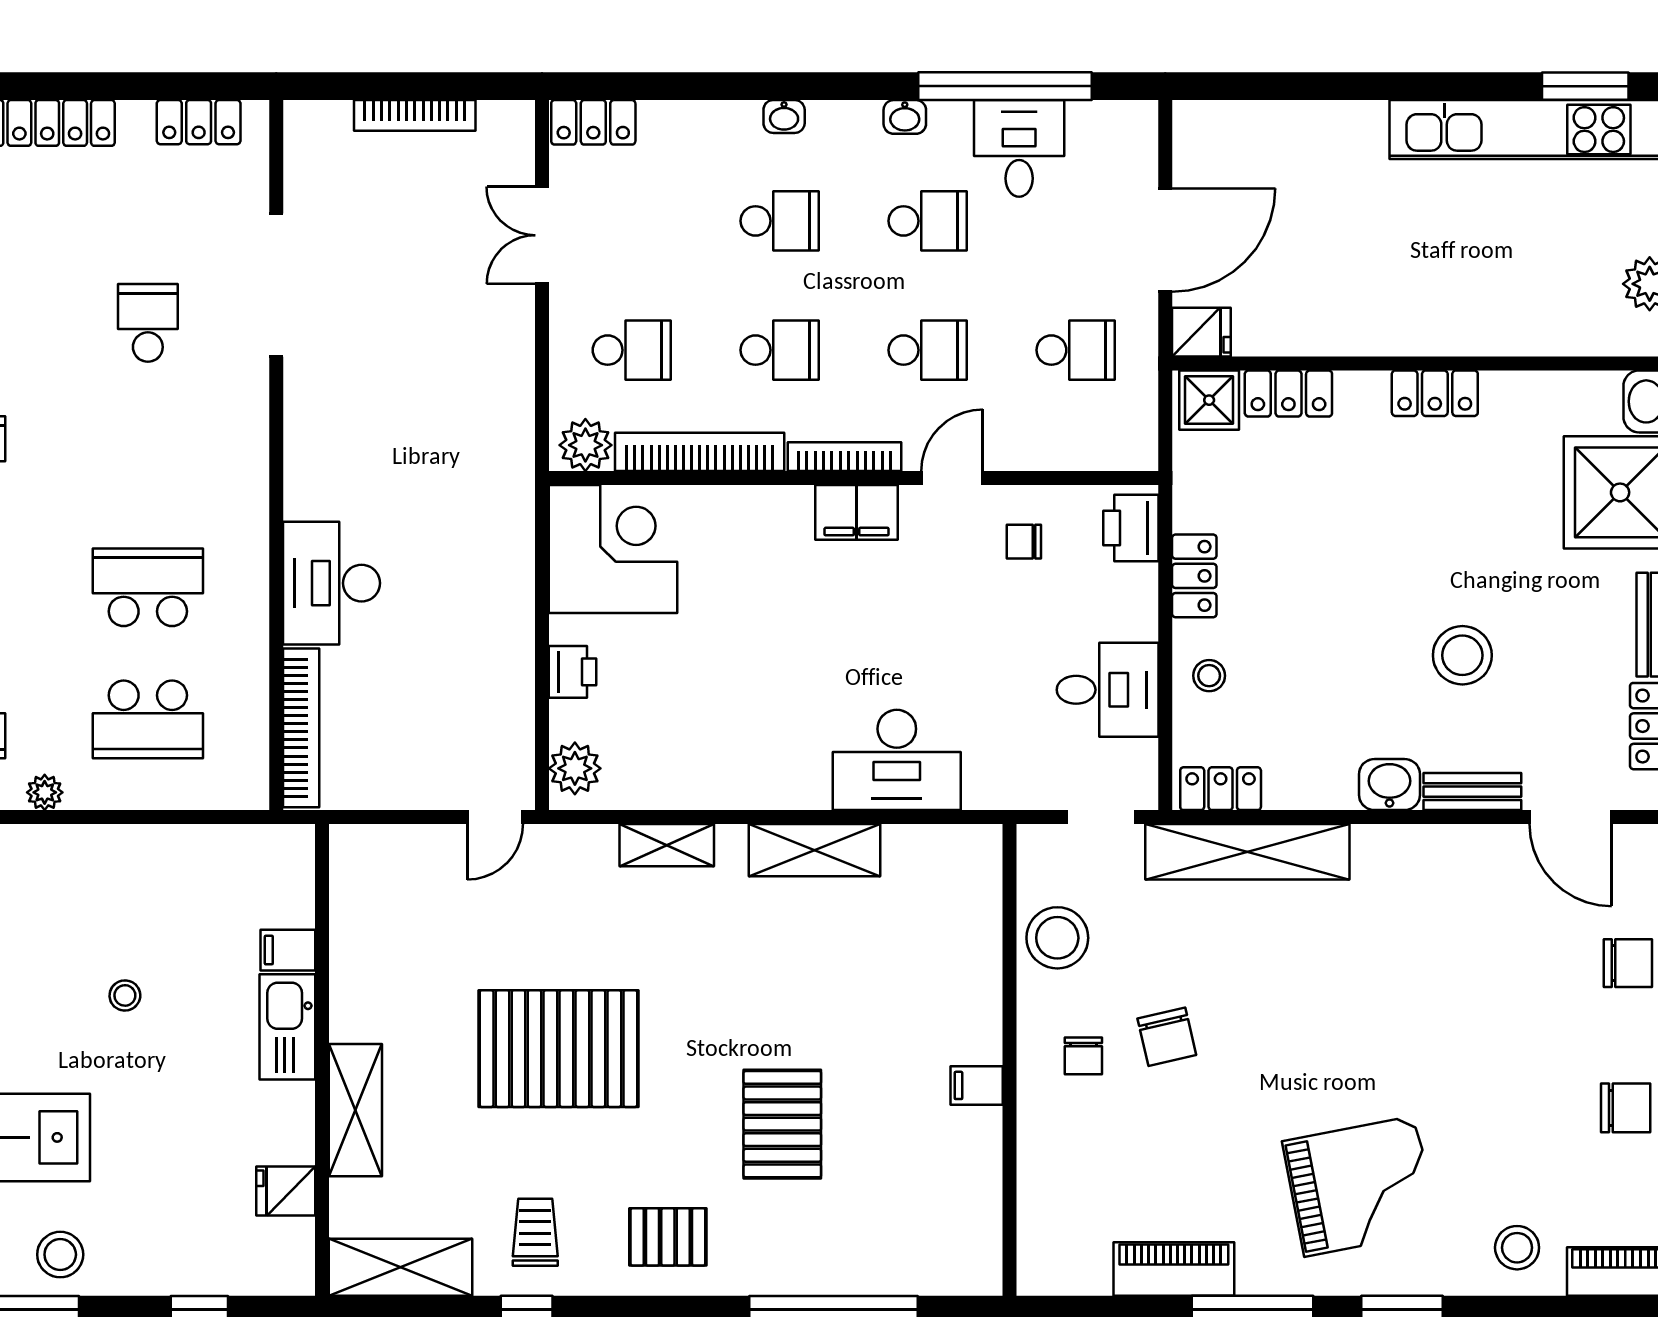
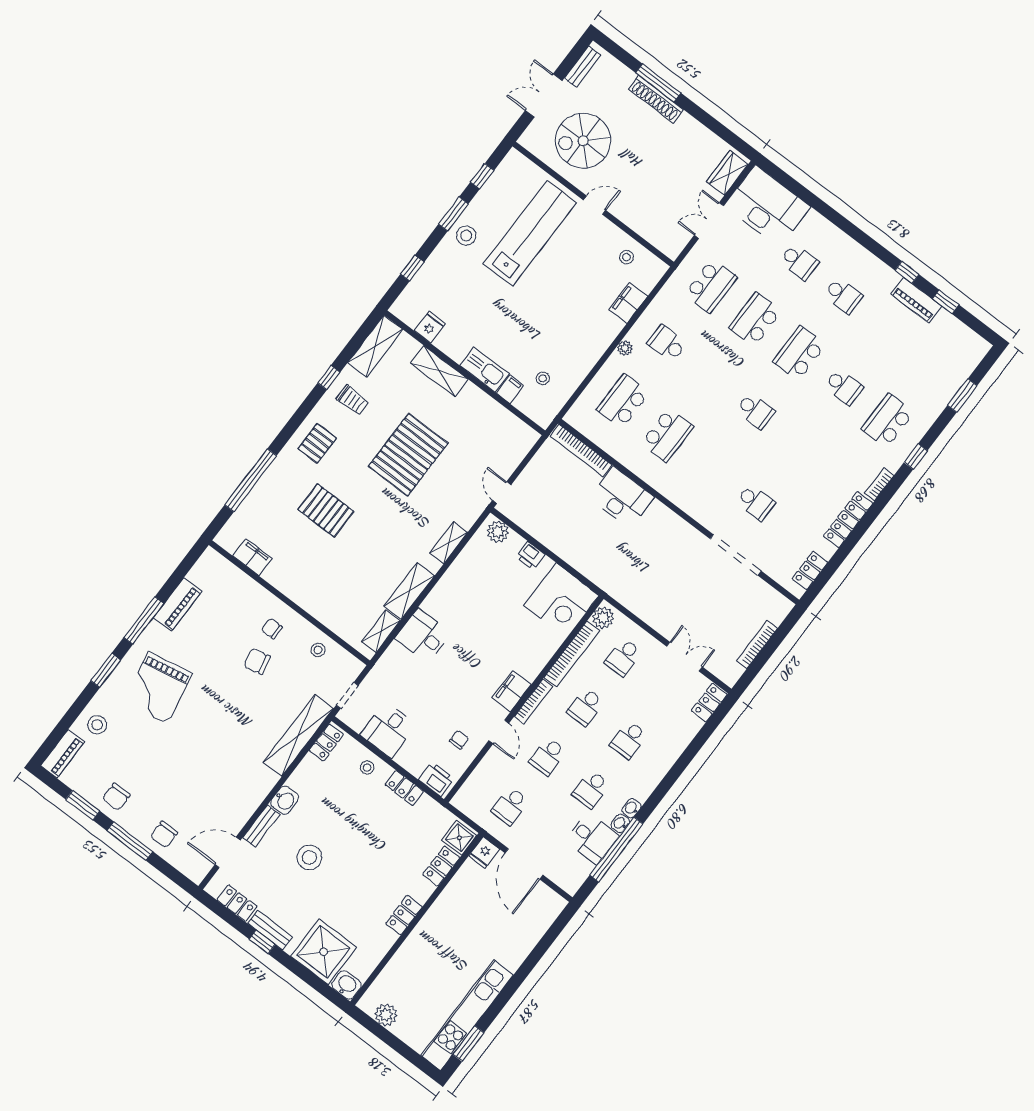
washbasin: (784, 116) -> (620, 823), moved
desk: (897, 760) -> (423, 636), width x0.73
shelving: (932, 846) -> (381, 631), added
stool: (1057, 938) -> (318, 650), width x0.53, depth x0.53
stool: (125, 995) -> (543, 378), moved
filing cabinet: (977, 1085) -> (252, 557), moved, width x2.00

